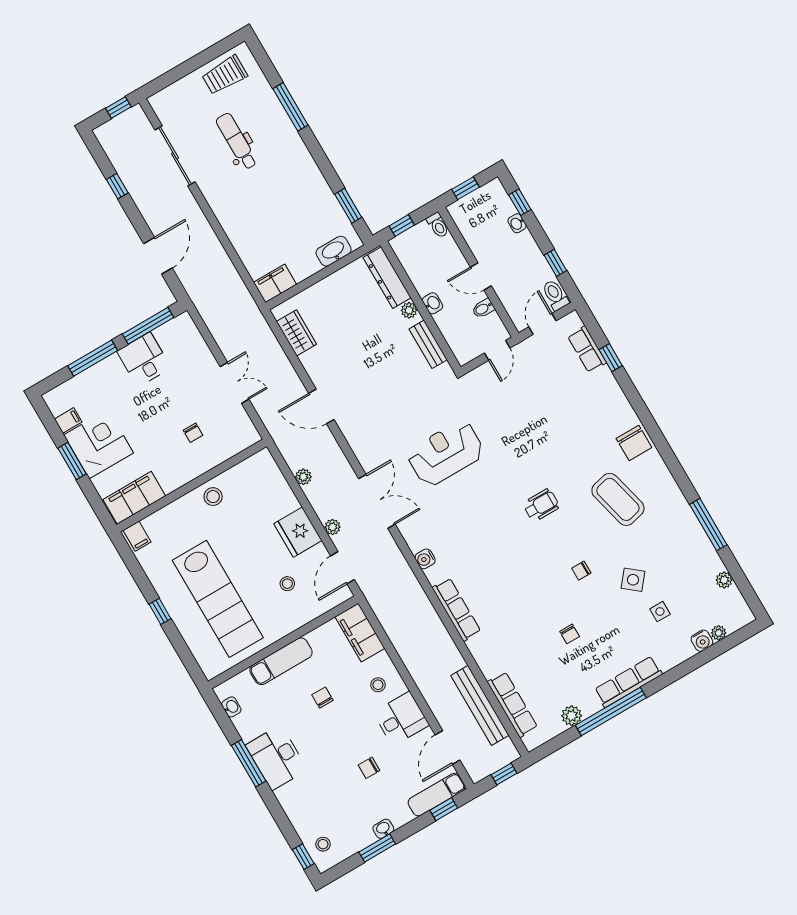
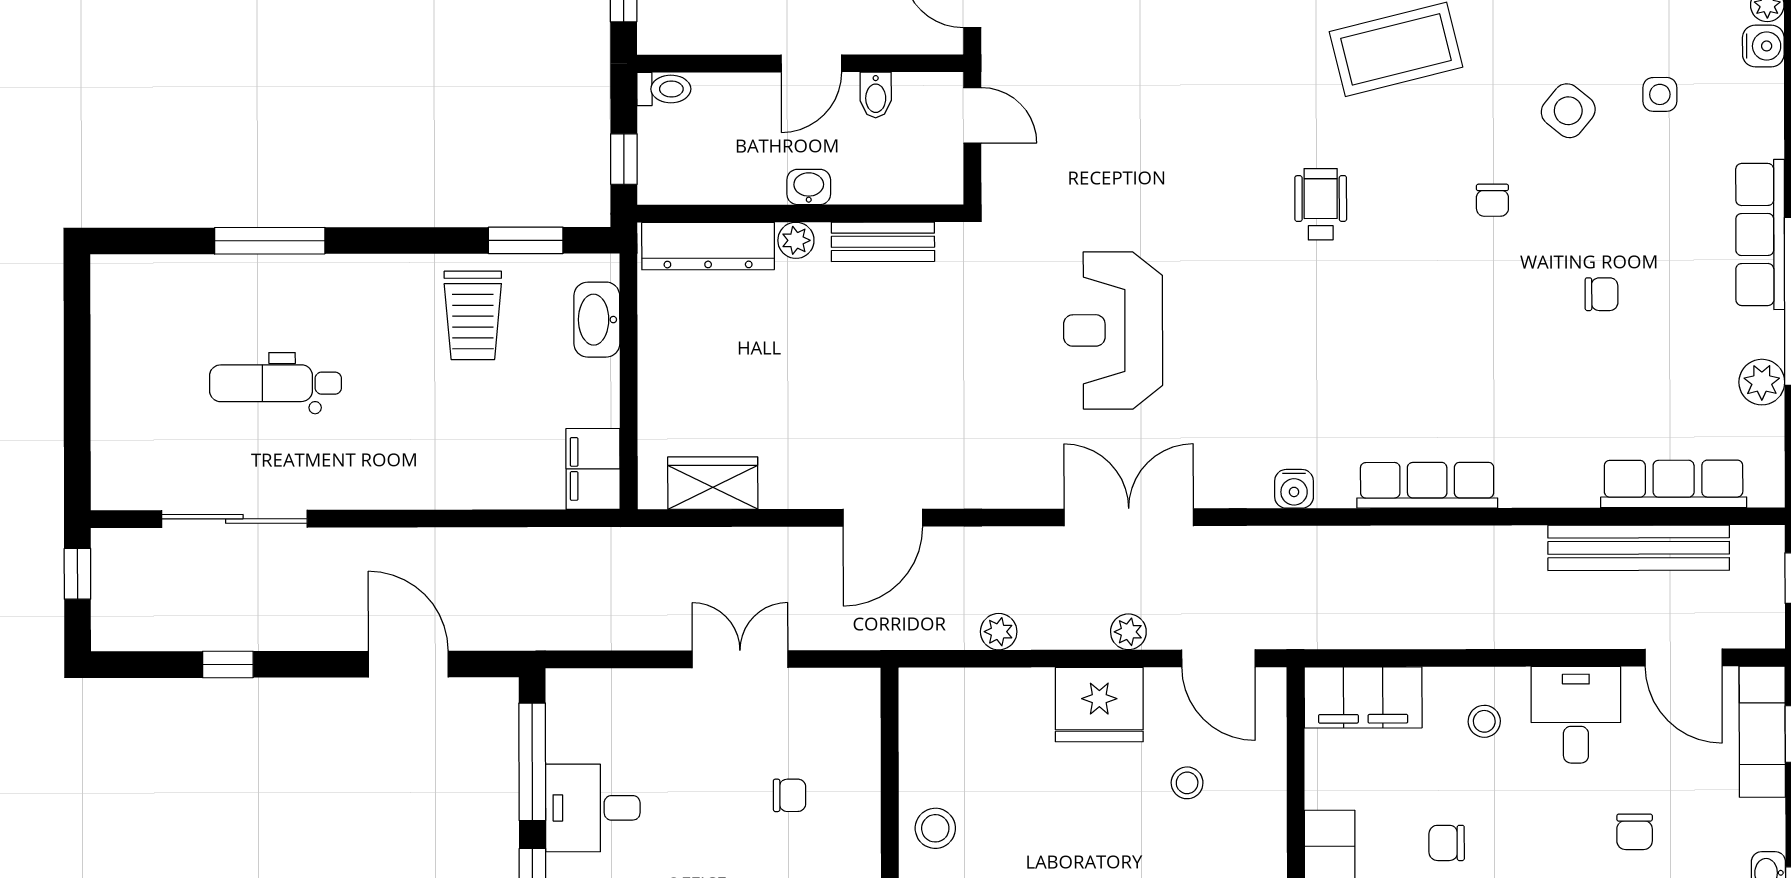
trolley: (225, 75) -> (473, 315), moved

